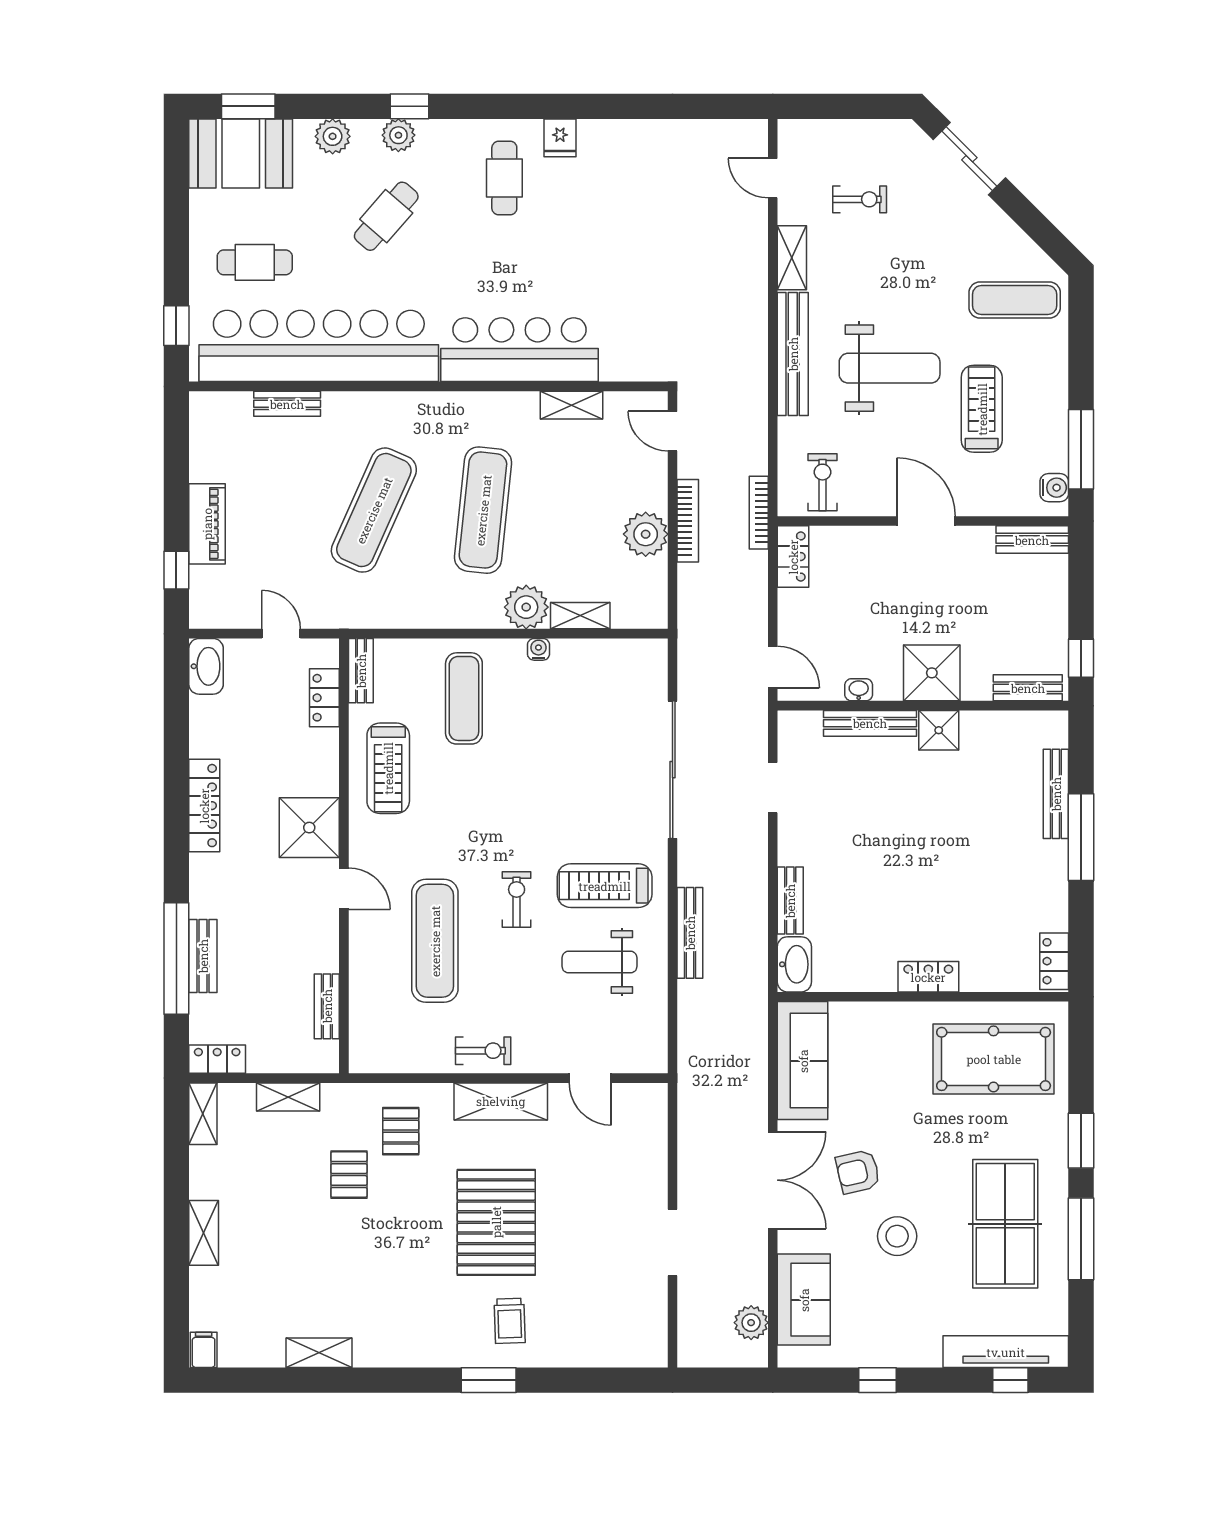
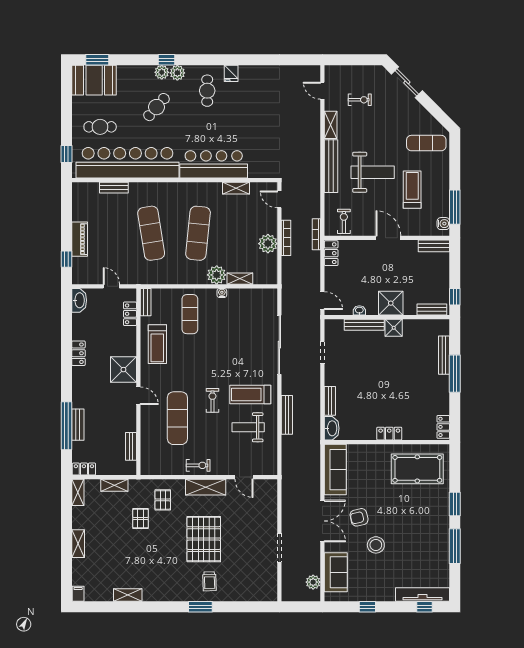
plant: (333, 136) -> (177, 73), moved
exercise mat: (374, 510) -> (151, 233), turned -33
locker: (204, 806) -> (78, 353), width x0.66
table tennis table: (1005, 1224) -> (422, 540), removed

